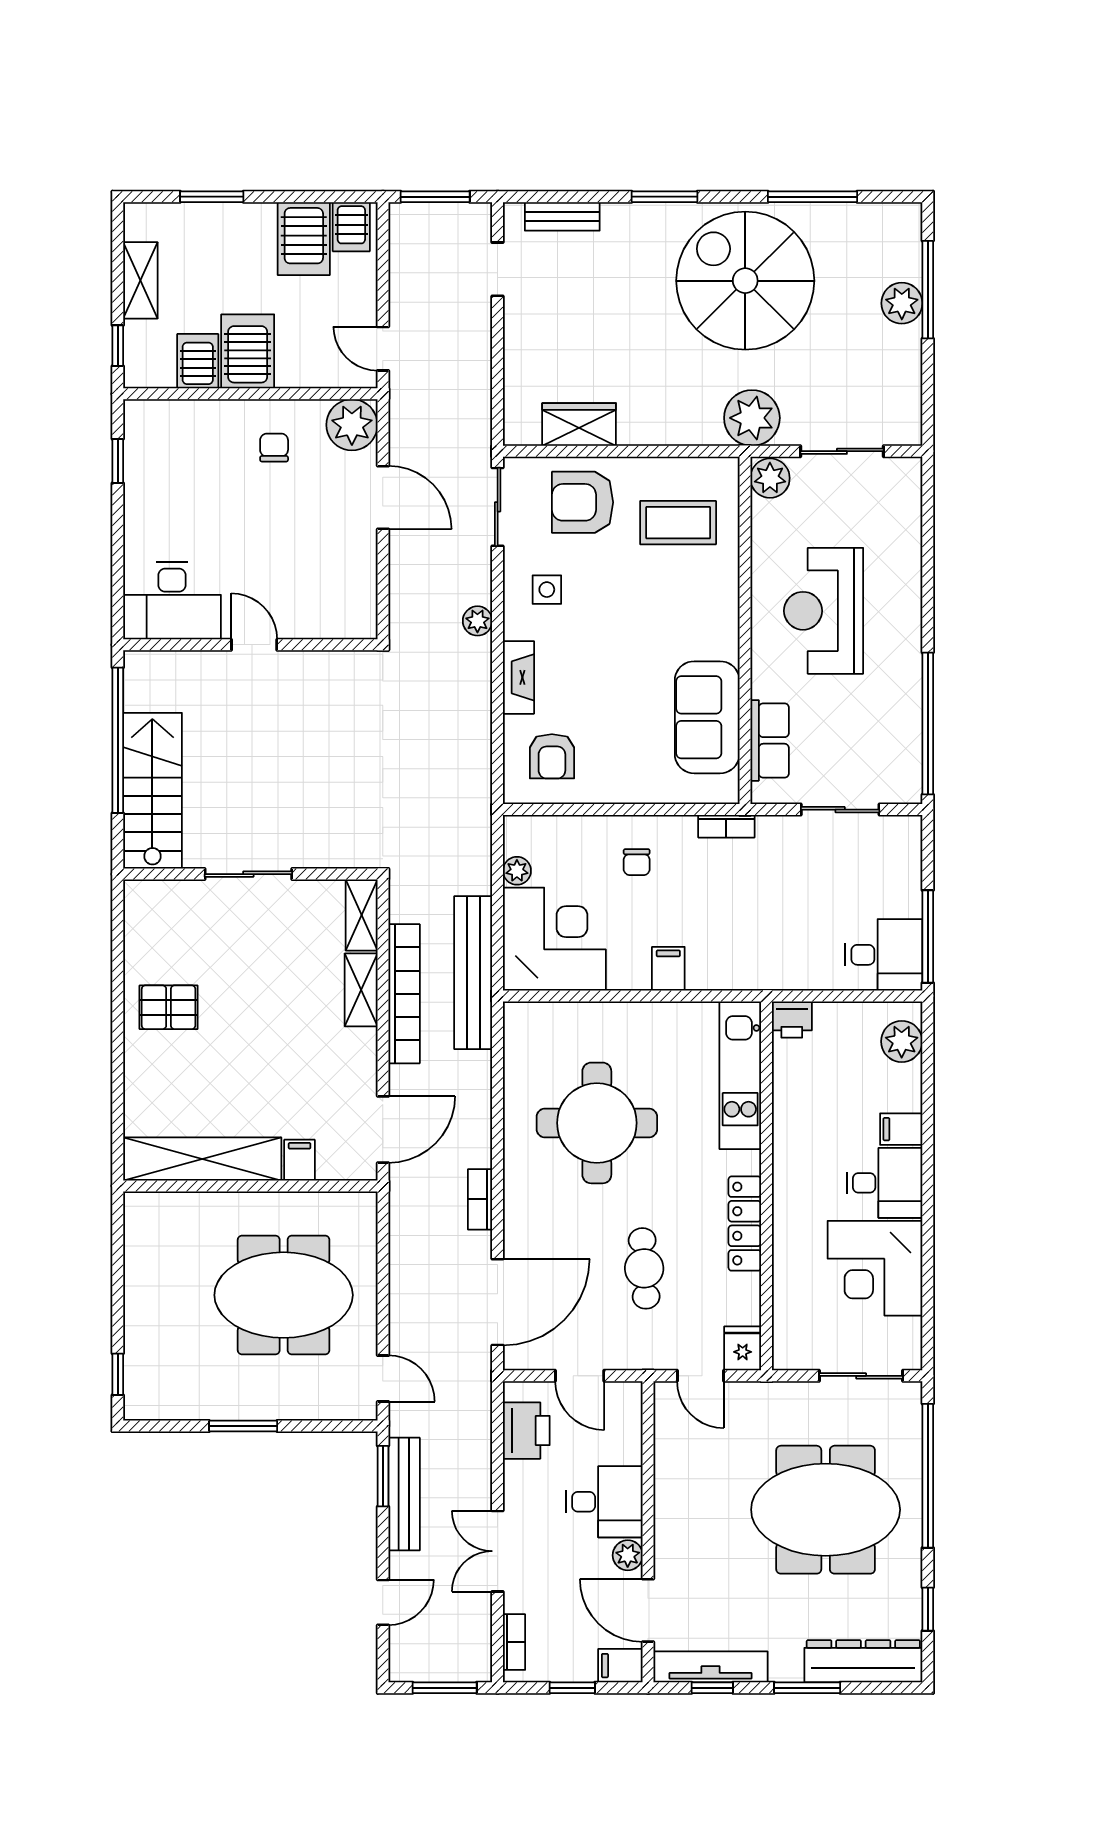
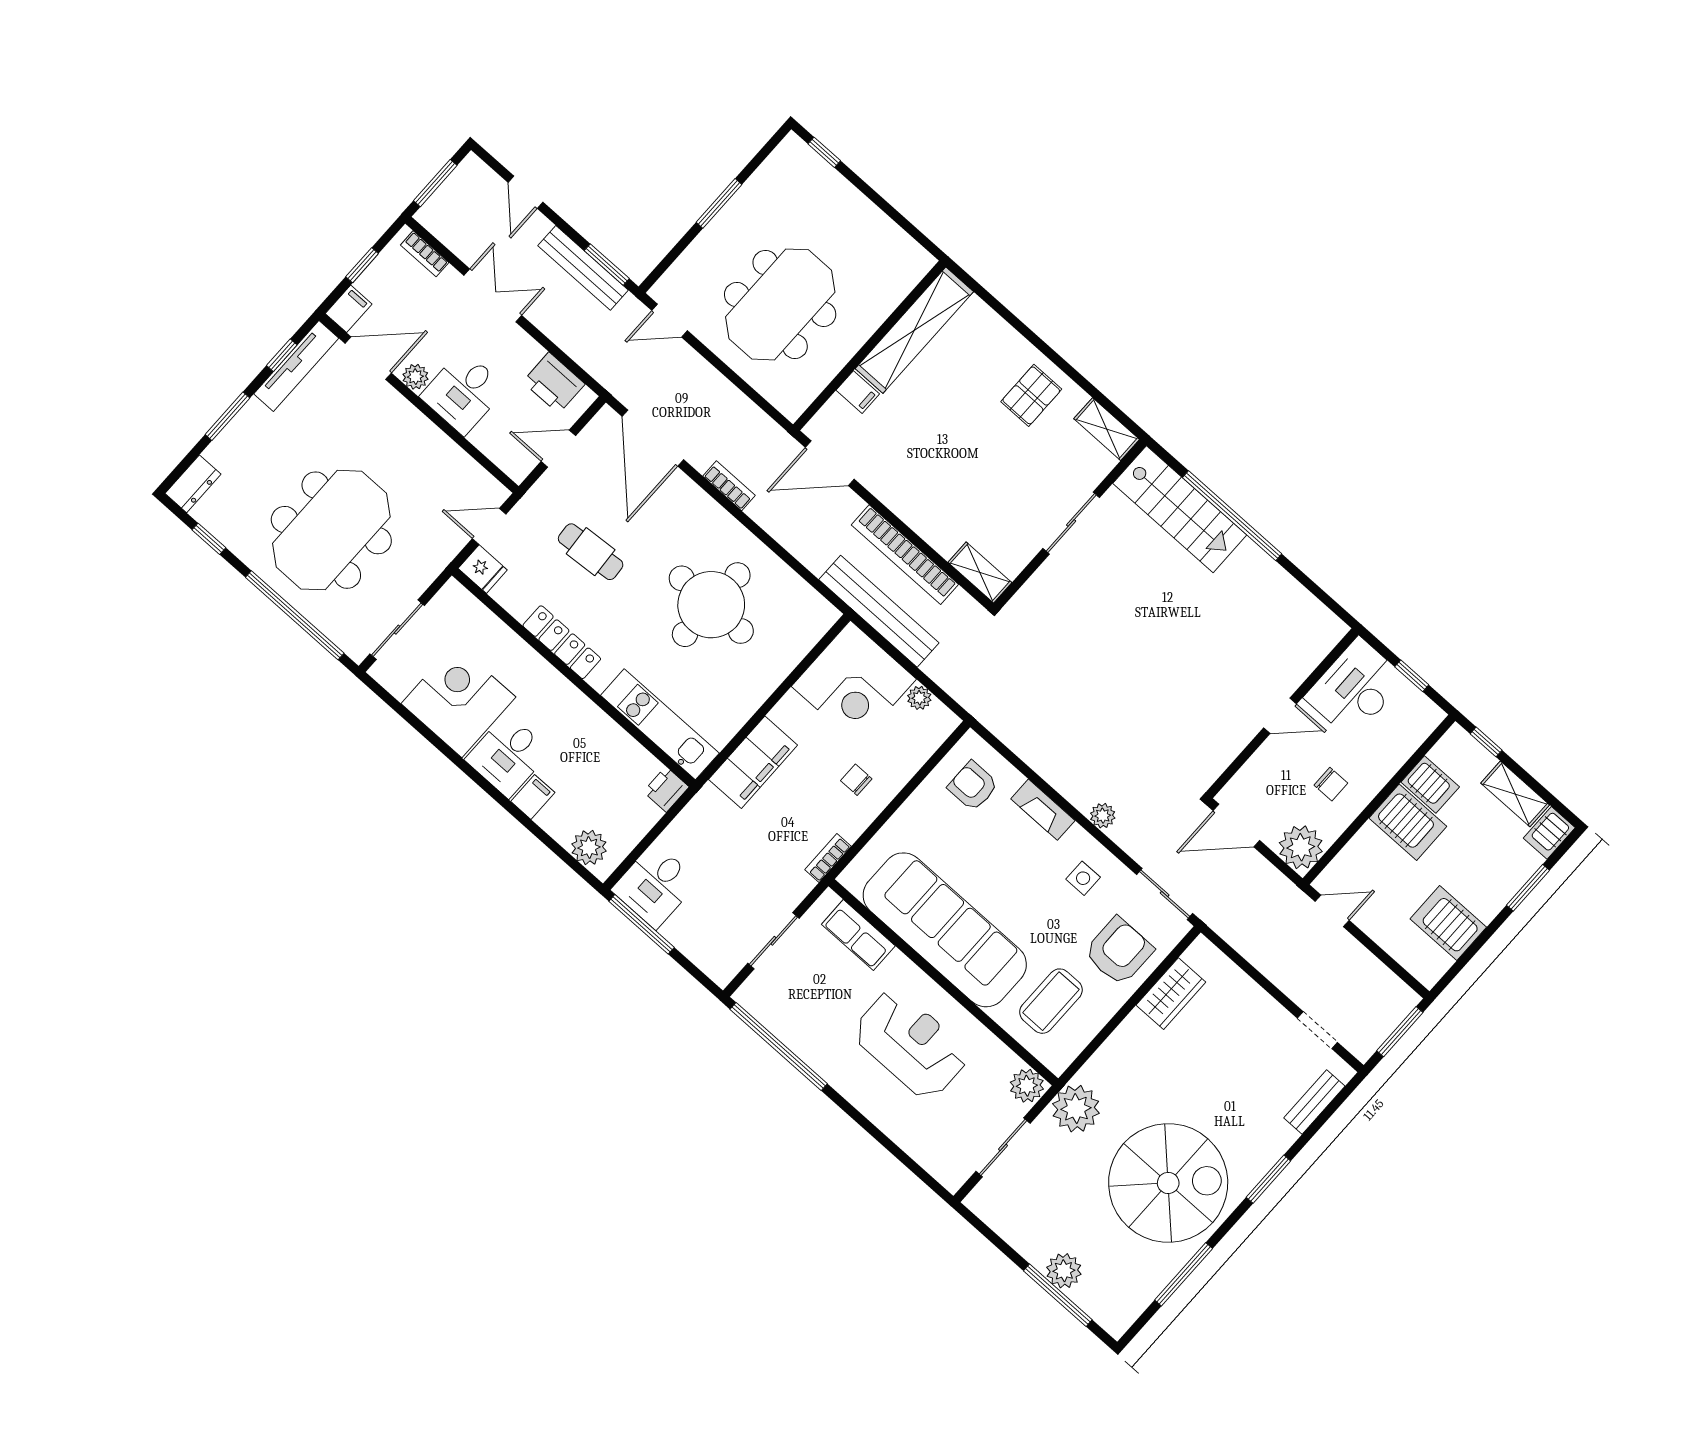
server rack: (351, 227) -> (1549, 833), moved, turned -90
desk: (172, 601) -> (1355, 688), moved
wall: (250, 645) -> (1282, 713), moved
door: (254, 645) -> (1280, 716), moved
sofa: (707, 717) -> (945, 930), width x1.85, depth x1.27
filing cabinet: (668, 969) -> (753, 762), width x3.00, depth x1.17
shelving: (361, 990) -> (1107, 429), moved
door: (383, 1129) -> (830, 463), hinge flipped
dresser: (863, 1661) -> (193, 484), width x0.51, depth x0.80

